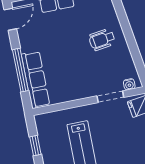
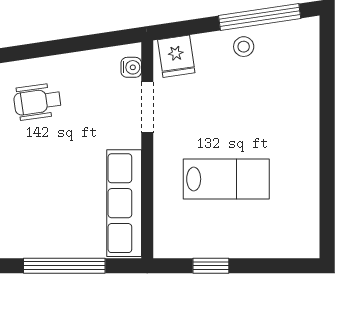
wheelchair: (102, 40) -> (37, 102), turned 90
row of seats: (36, 80) -> (124, 203), moved, turned -90

